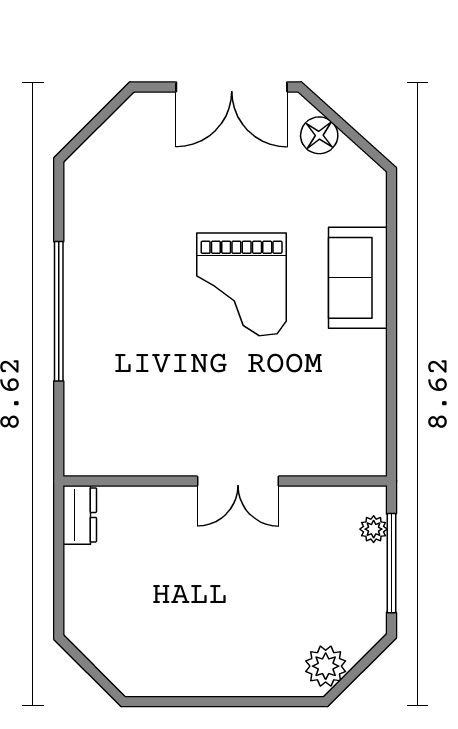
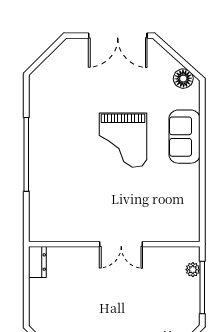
floor lamp: (319, 135) -> (183, 79), moved

